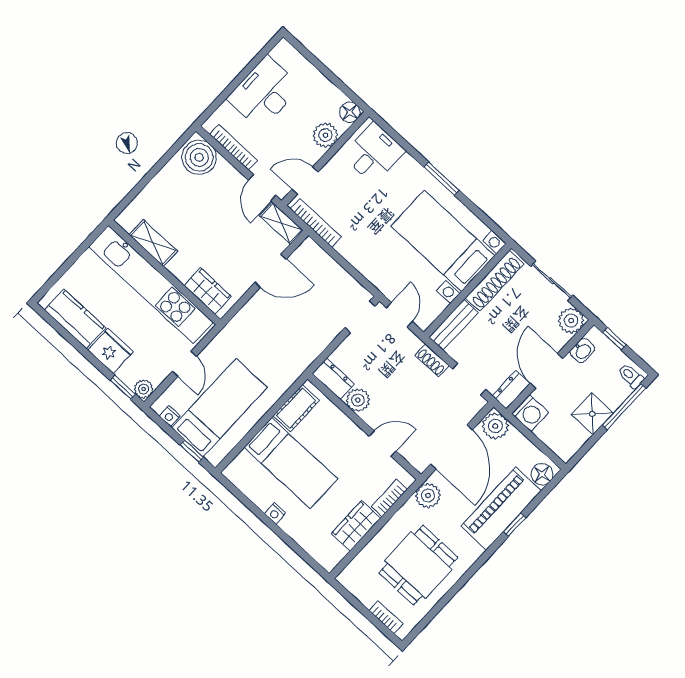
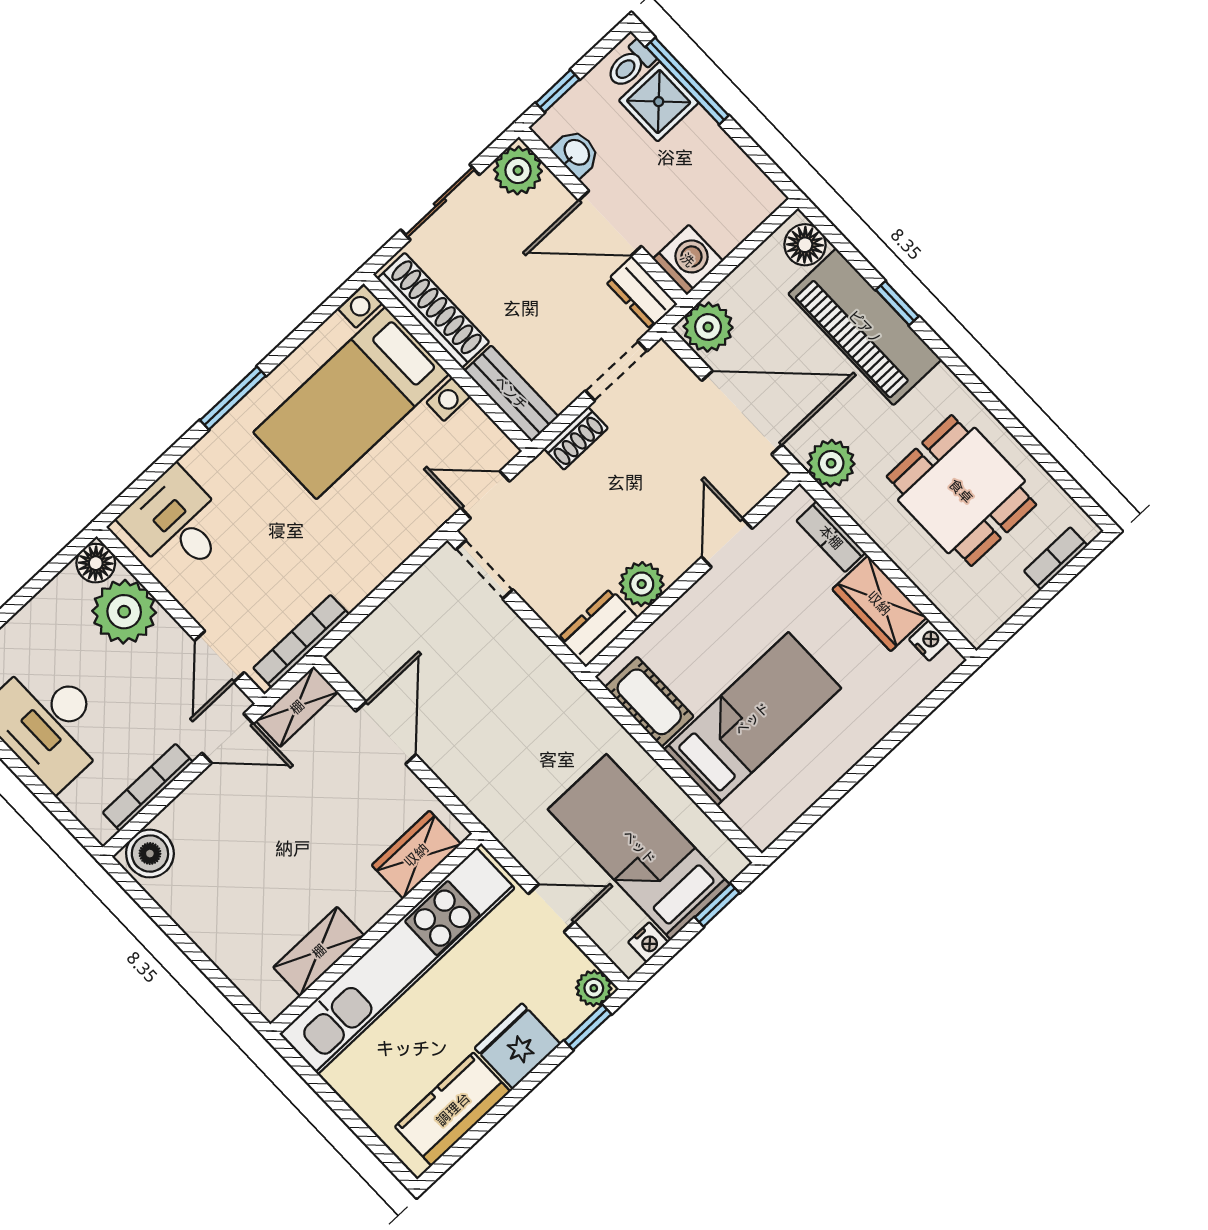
plant: (325, 135) -> (124, 612), width x1.36, depth x1.36
boiler: (199, 157) -> (150, 854), width x0.73, depth x0.73
shower: (592, 414) -> (659, 102), moved
nightstand: (275, 513) -> (929, 641), moved, turned -90

